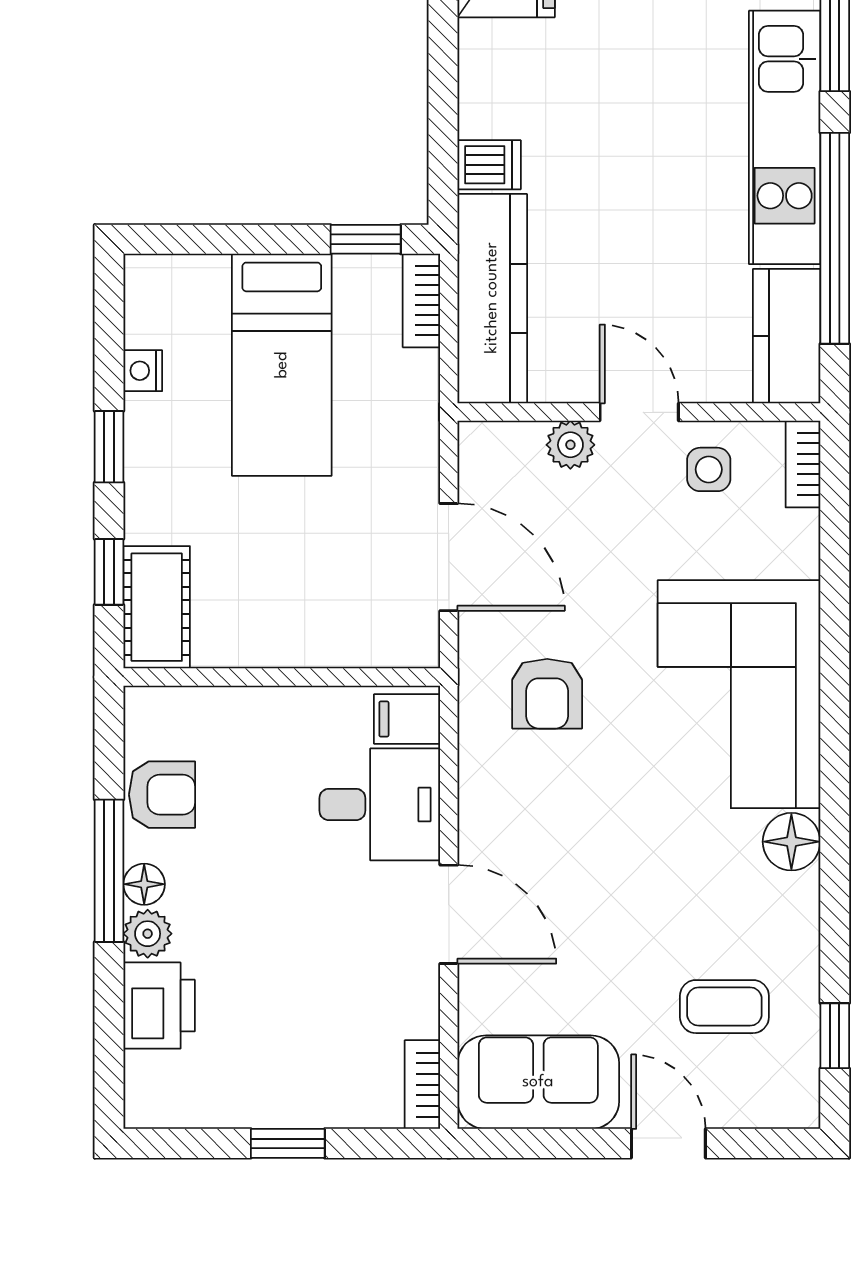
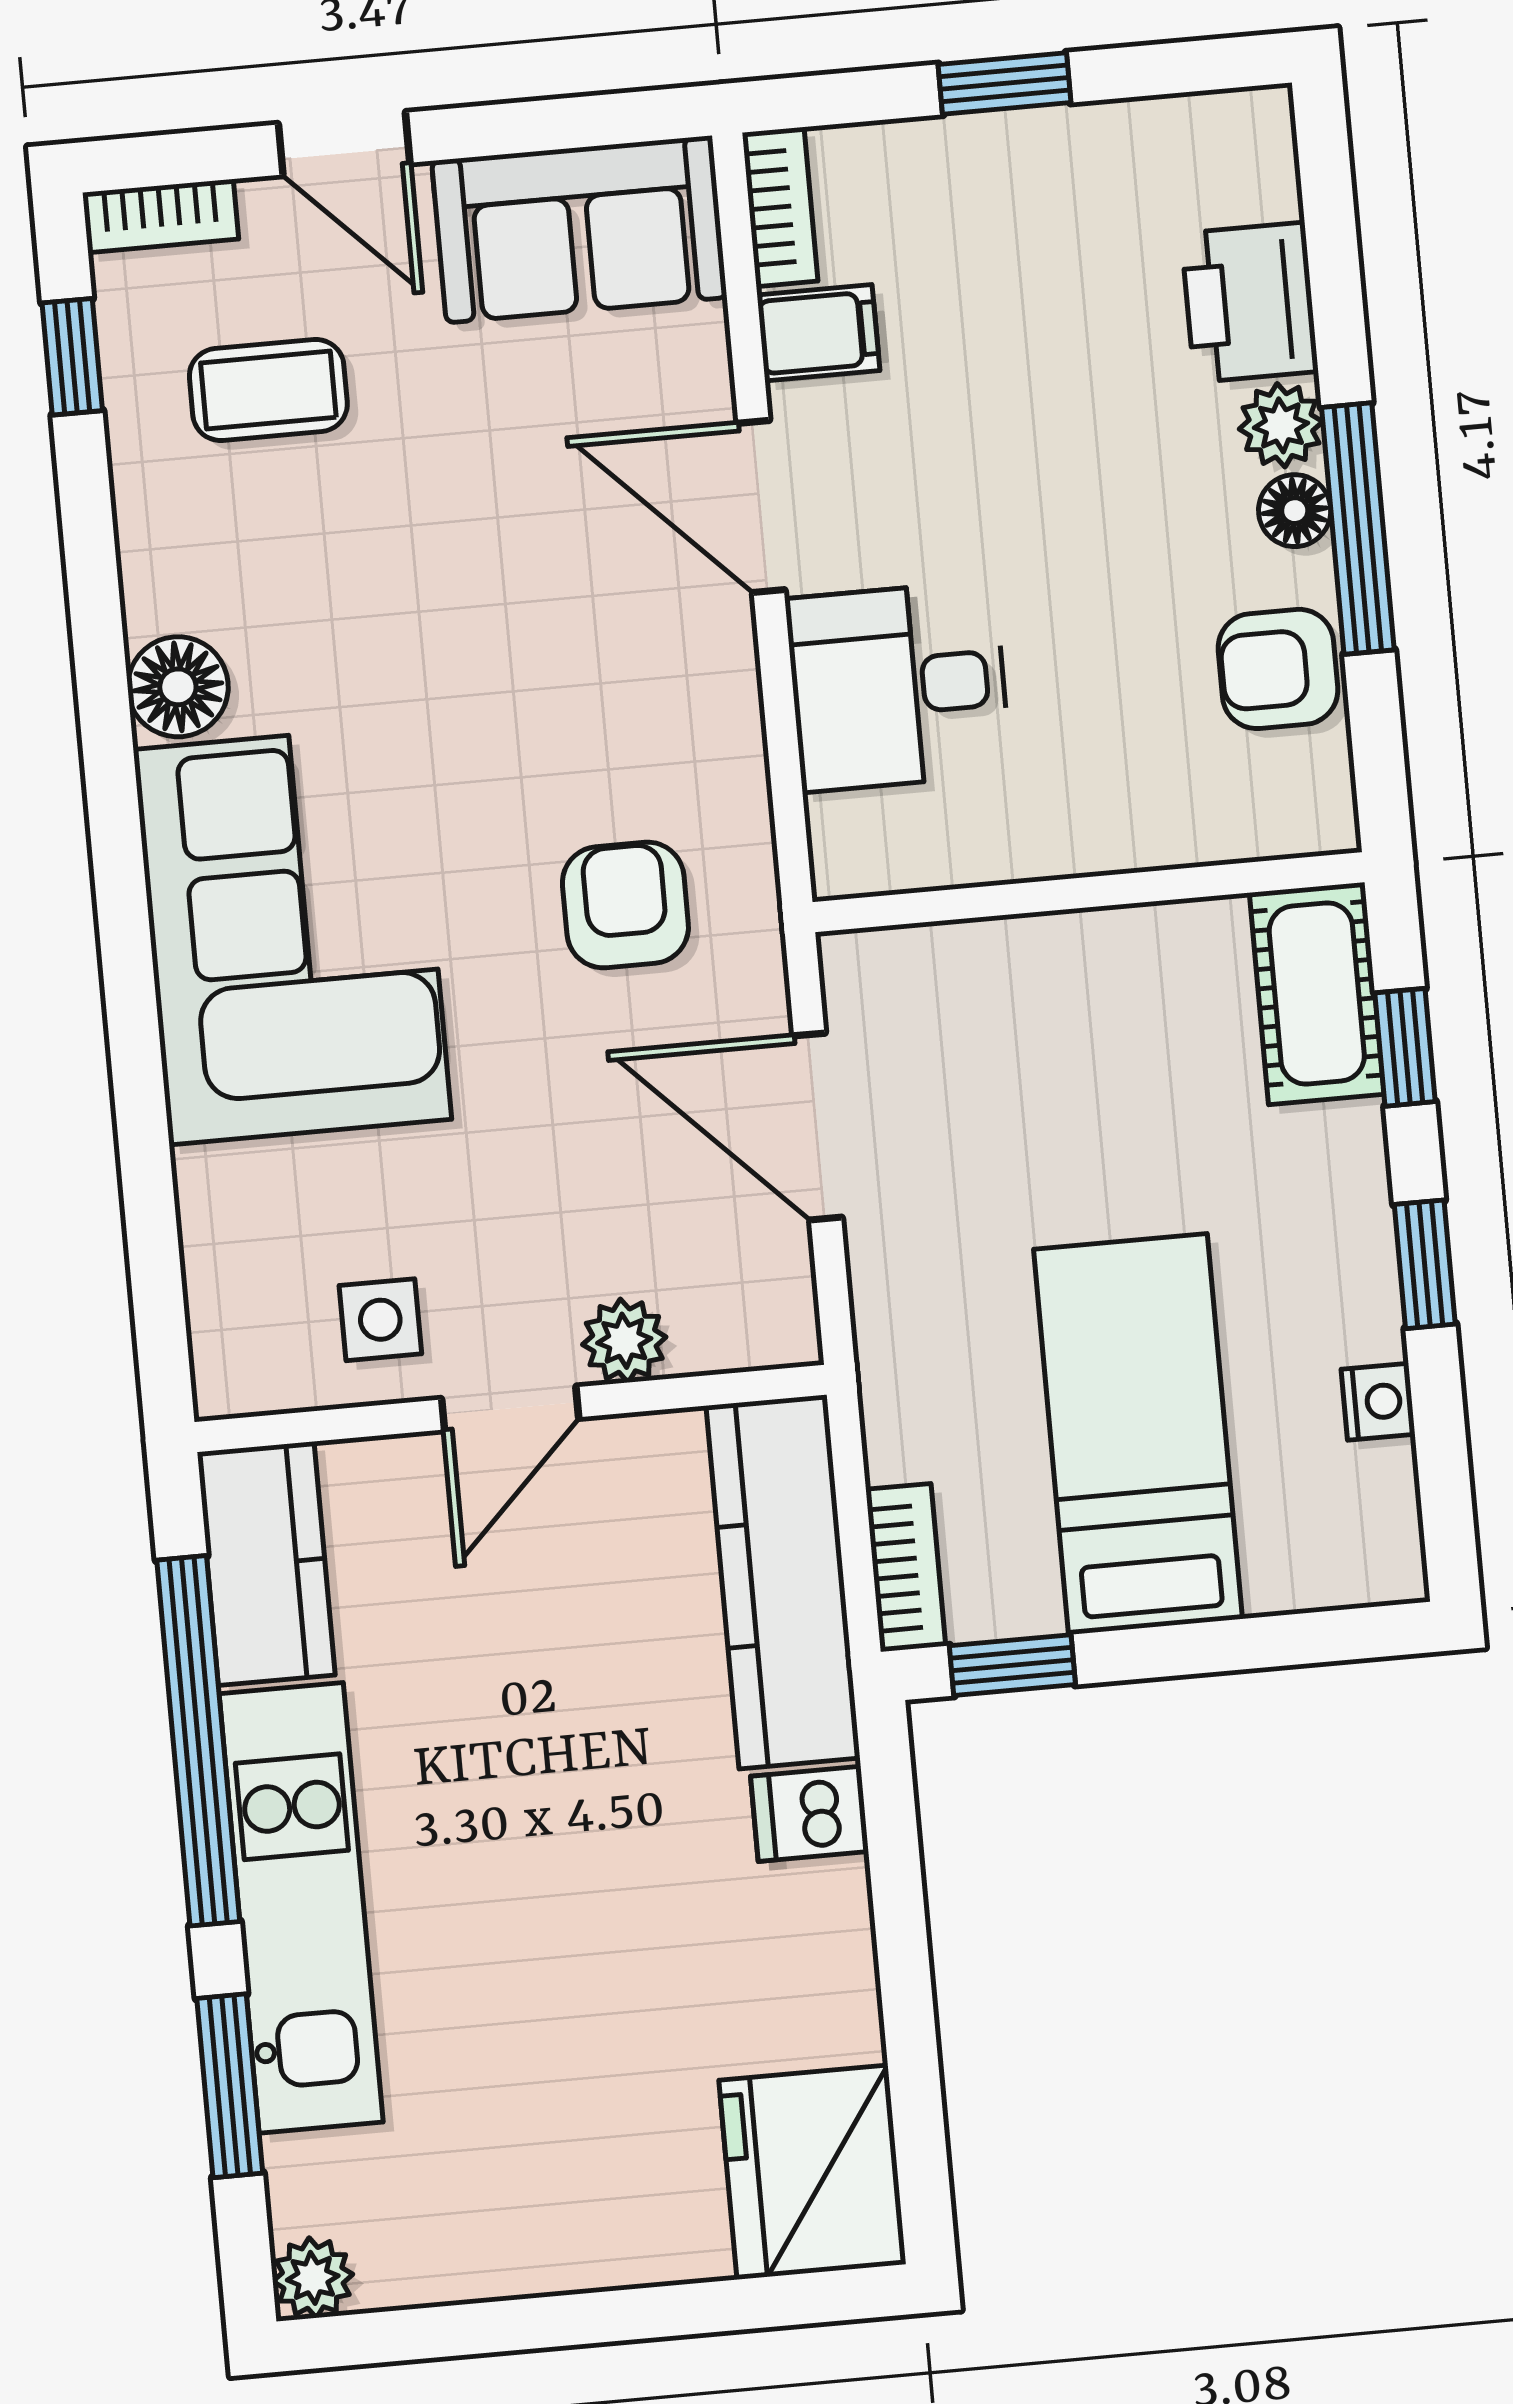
door: (639, 412) -> (510, 1408), hinge flipped
bookcase: (803, 464) -> (161, 216), moved, turned 90
filing cabinet: (407, 719) -> (818, 333), moved

